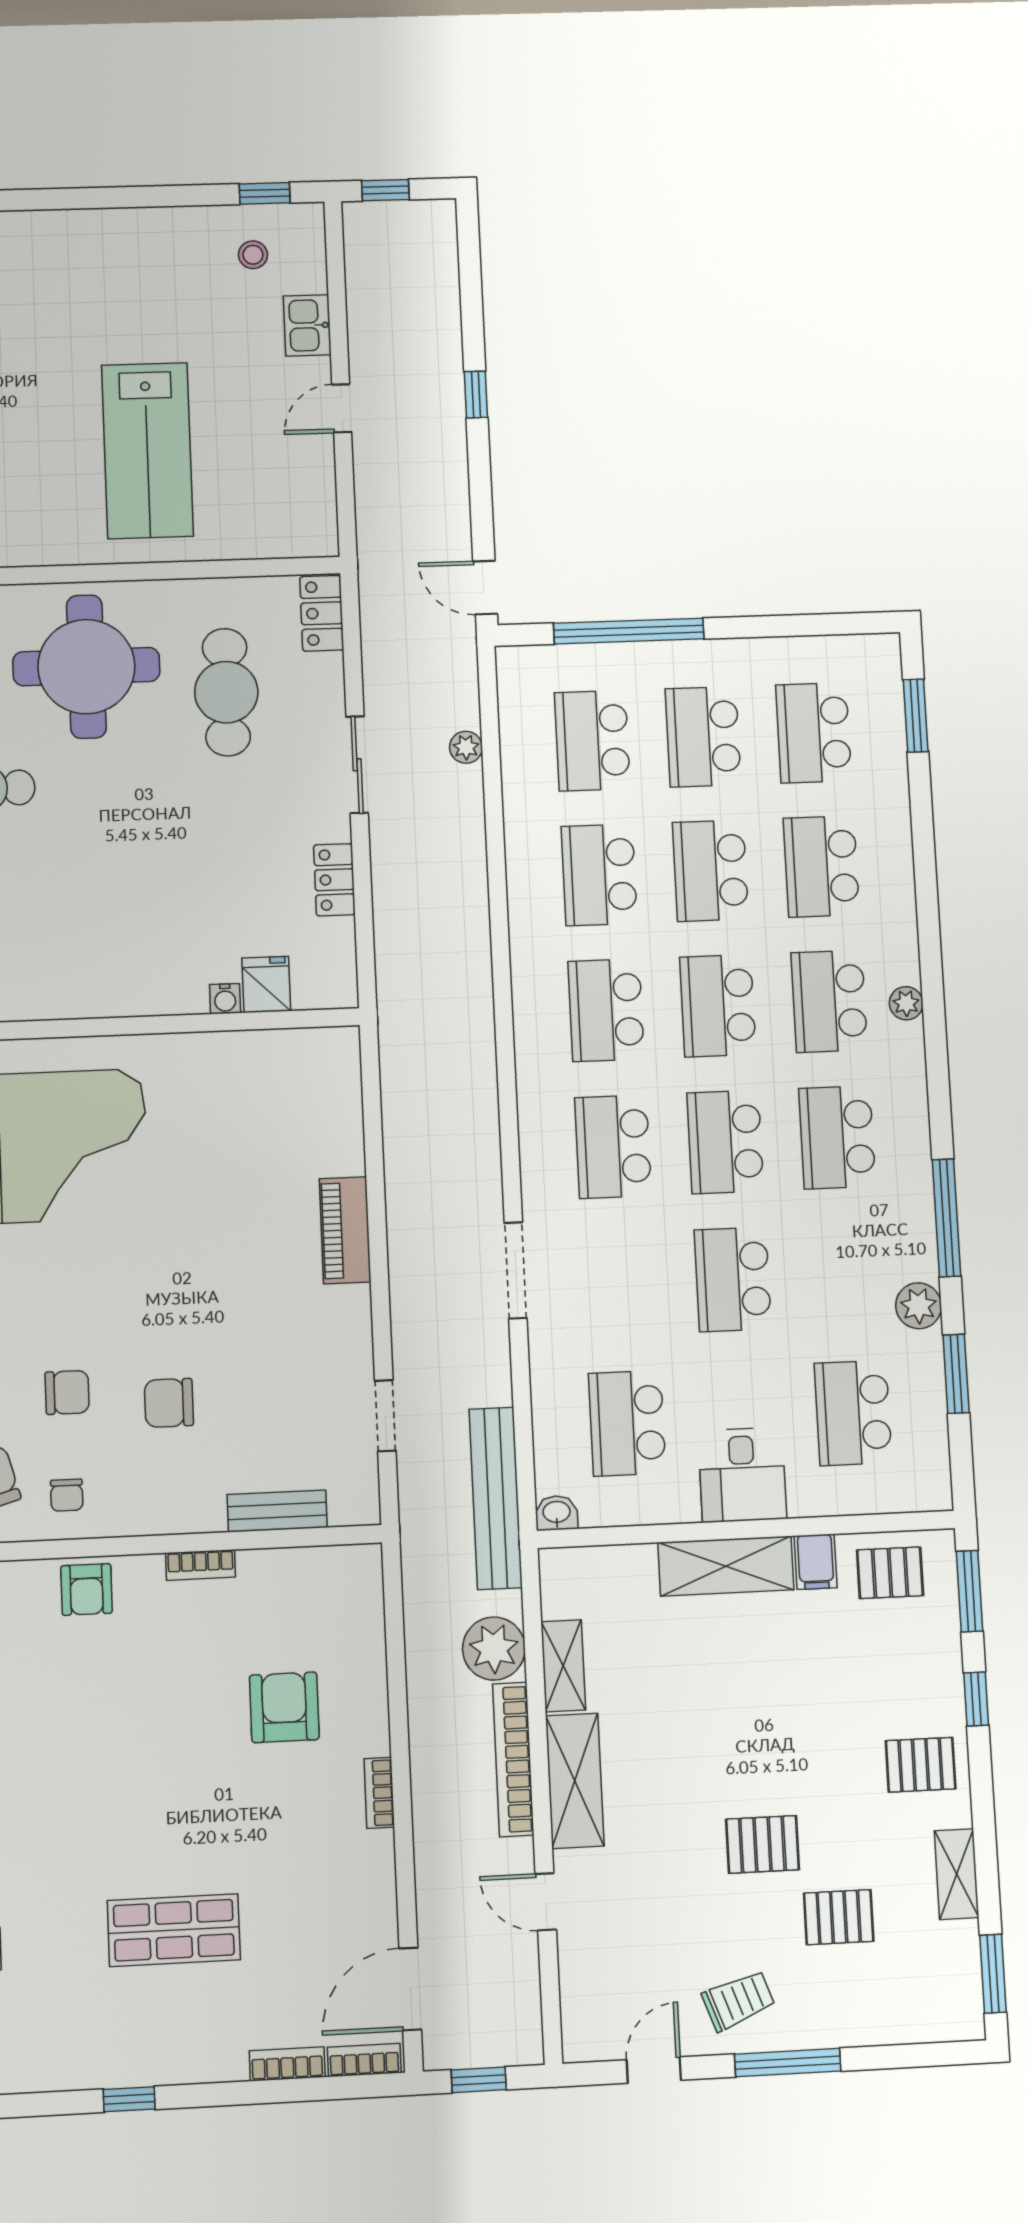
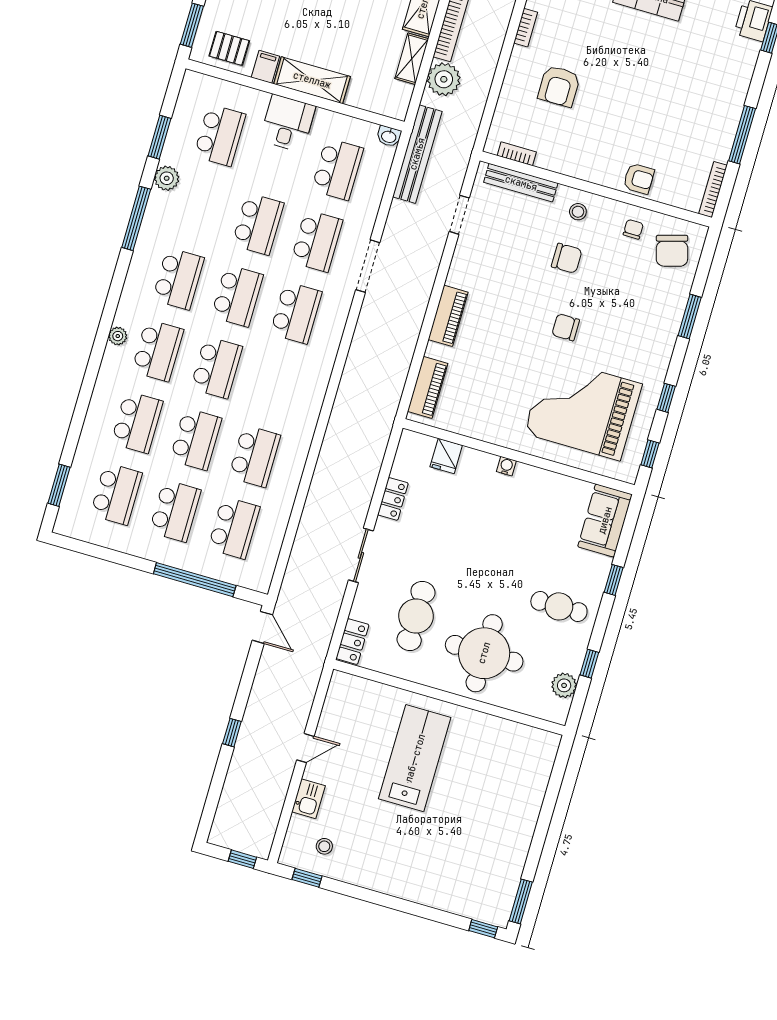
plant: (466, 747) -> (301, 546), removed
water cooler: (225, 999) -> (506, 466), moved
school desk: (606, 1010) -> (317, 241), moved
piano: (339, 1093) -> (428, 387), added
chair: (67, 1392) -> (566, 327), moved
stool: (176, 1493) -> (578, 212), added
bench: (277, 1511) -> (521, 183), width x1.36
bookcase: (201, 1565) -> (517, 154), moved
armchair: (86, 1589) -> (639, 179), turned 90

